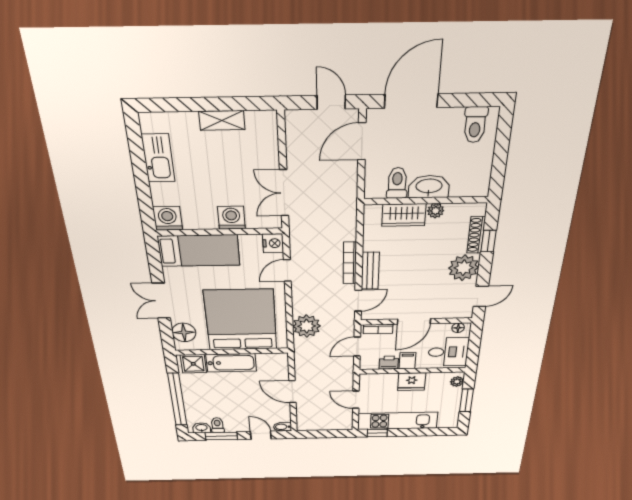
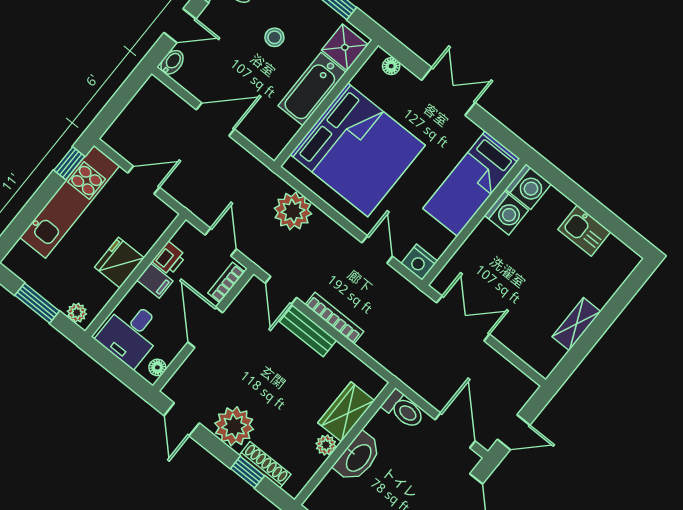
kitchen sink: (158, 158) -> (584, 231), width x0.73
toilet: (397, 183) -> (403, 409), moved
washing machine: (231, 218) -> (507, 213), moved
floor lamp: (184, 332) -> (391, 66), width x0.53, depth x0.53
stool: (223, 396) -> (274, 37), added

